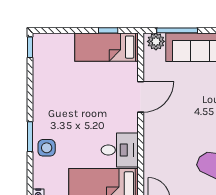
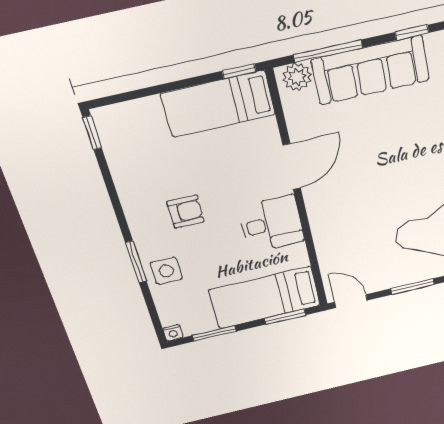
window: (108, 30) -> (239, 71), moved
armchair: (69, 110) -> (185, 212), added
desk: (120, 150) -> (271, 224), moved

